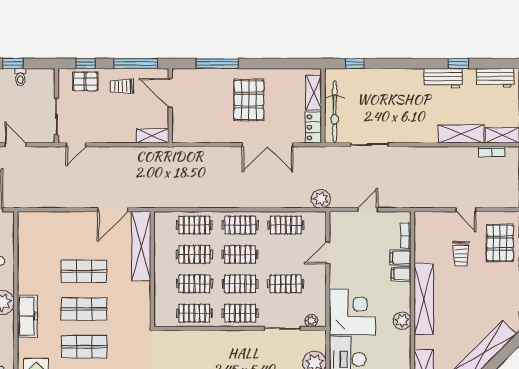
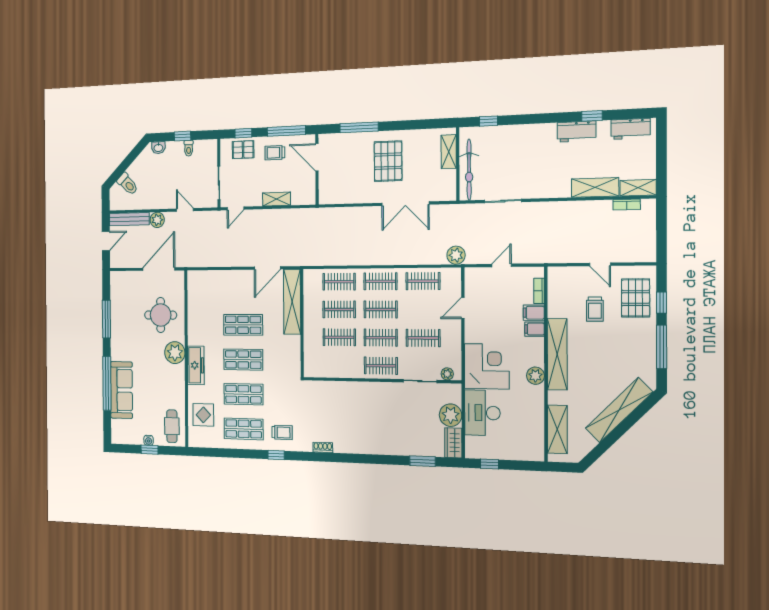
locker: (313, 127) -> (449, 185), removed
shelving: (153, 136) -> (277, 199), moved
clothes rail: (194, 313) -> (339, 365), removed

